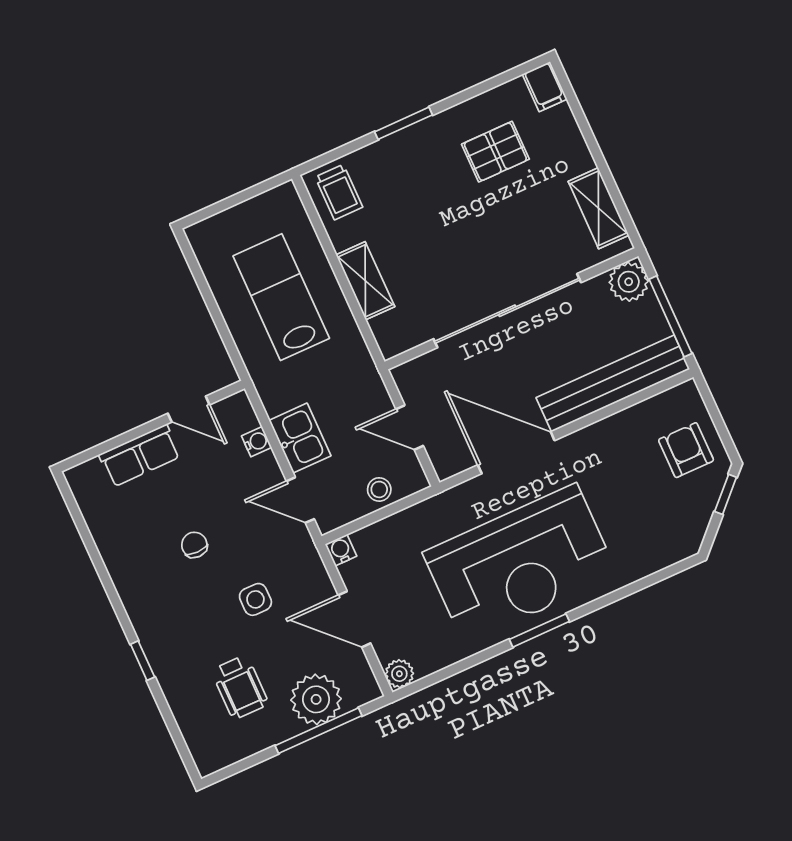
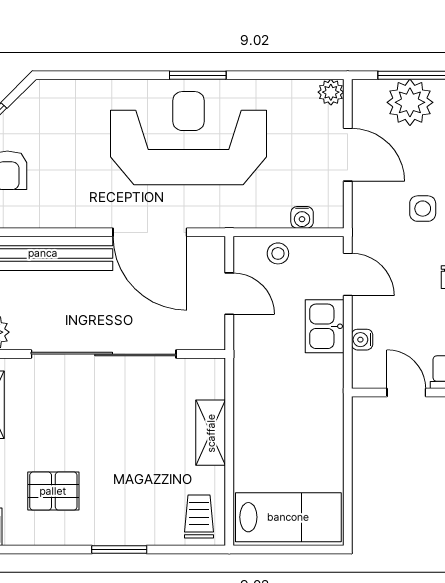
lab bench: (281, 297) -> (288, 517), moved, turned -90
water cooler: (341, 550) -> (302, 217), moved

